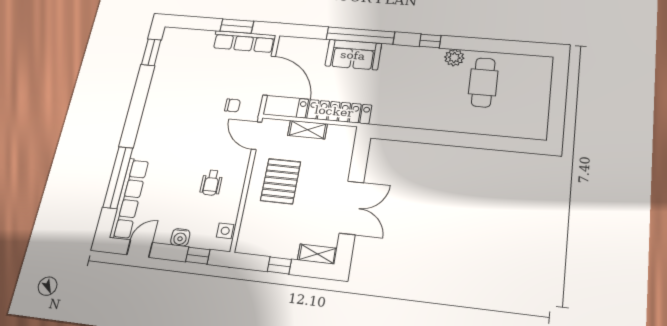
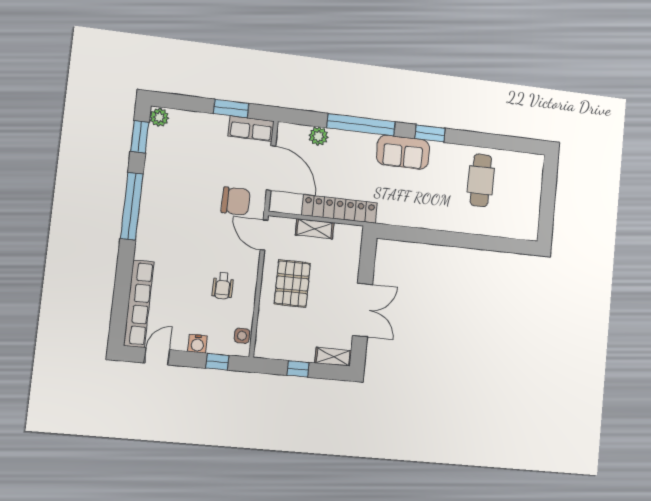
plant: (171, 36) -> (159, 117), added
window: (430, 41) -> (430, 133), width x1.50
row of seats: (244, 42) -> (251, 129), width x0.68
sofa: (353, 55) -> (403, 152), moved
plant: (454, 58) -> (318, 136), moved
chair: (232, 105) -> (236, 201), width x1.87, depth x1.87
window: (118, 177) -> (132, 206), moved

